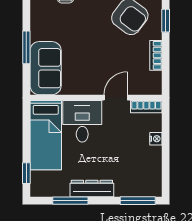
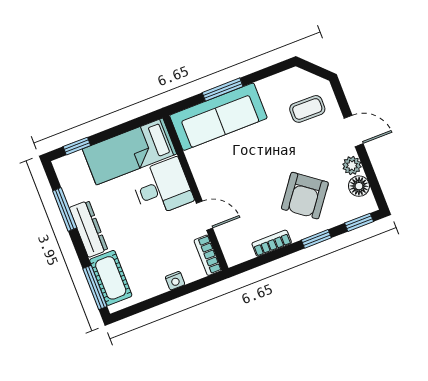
sofa: (46, 68) -> (218, 117), width x1.36
cot: (135, 186) -> (111, 278), added

